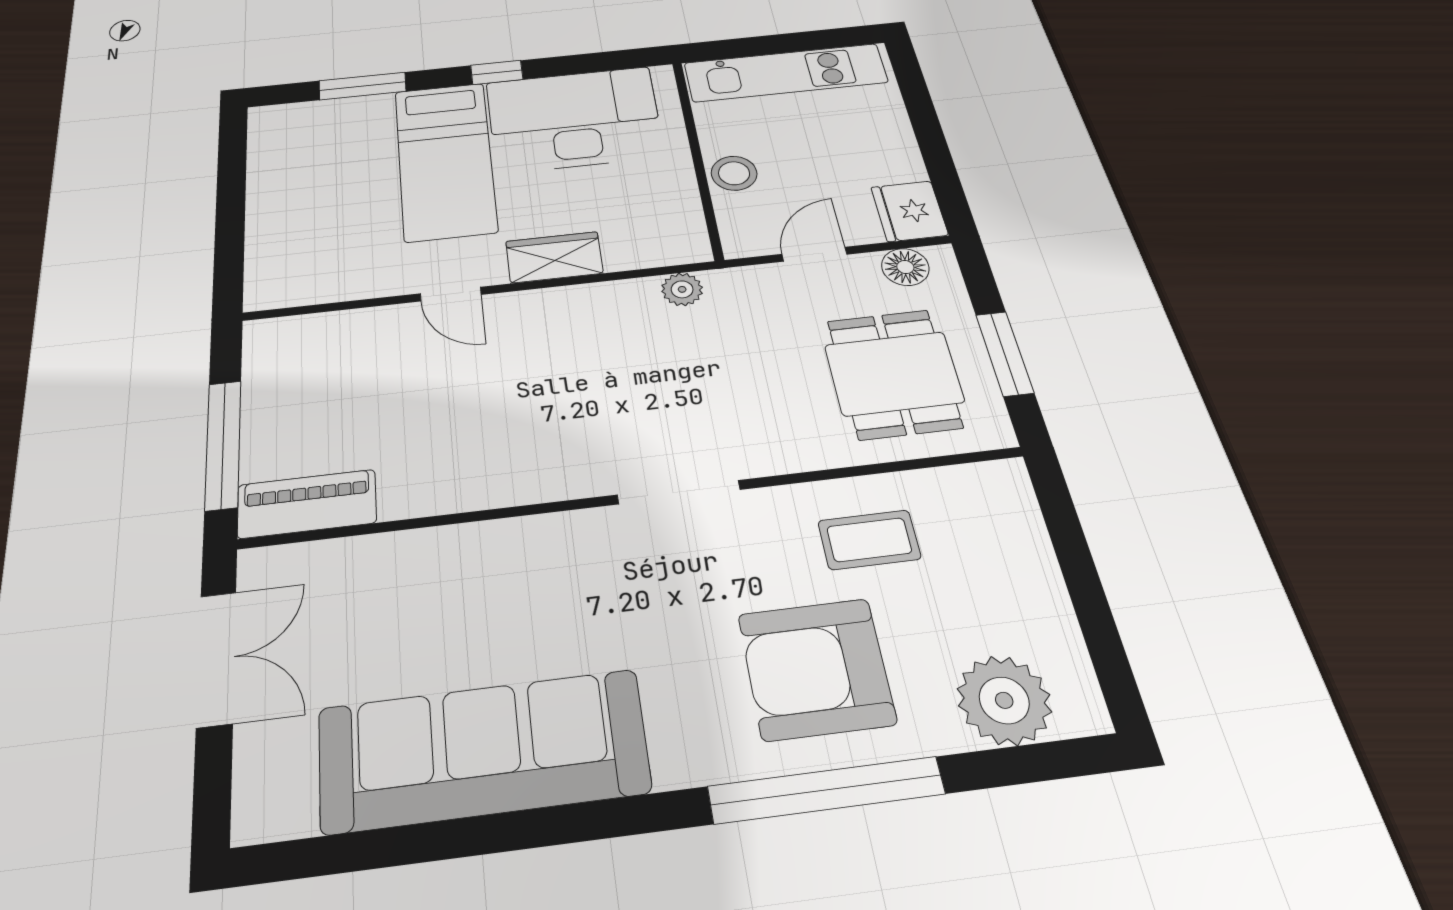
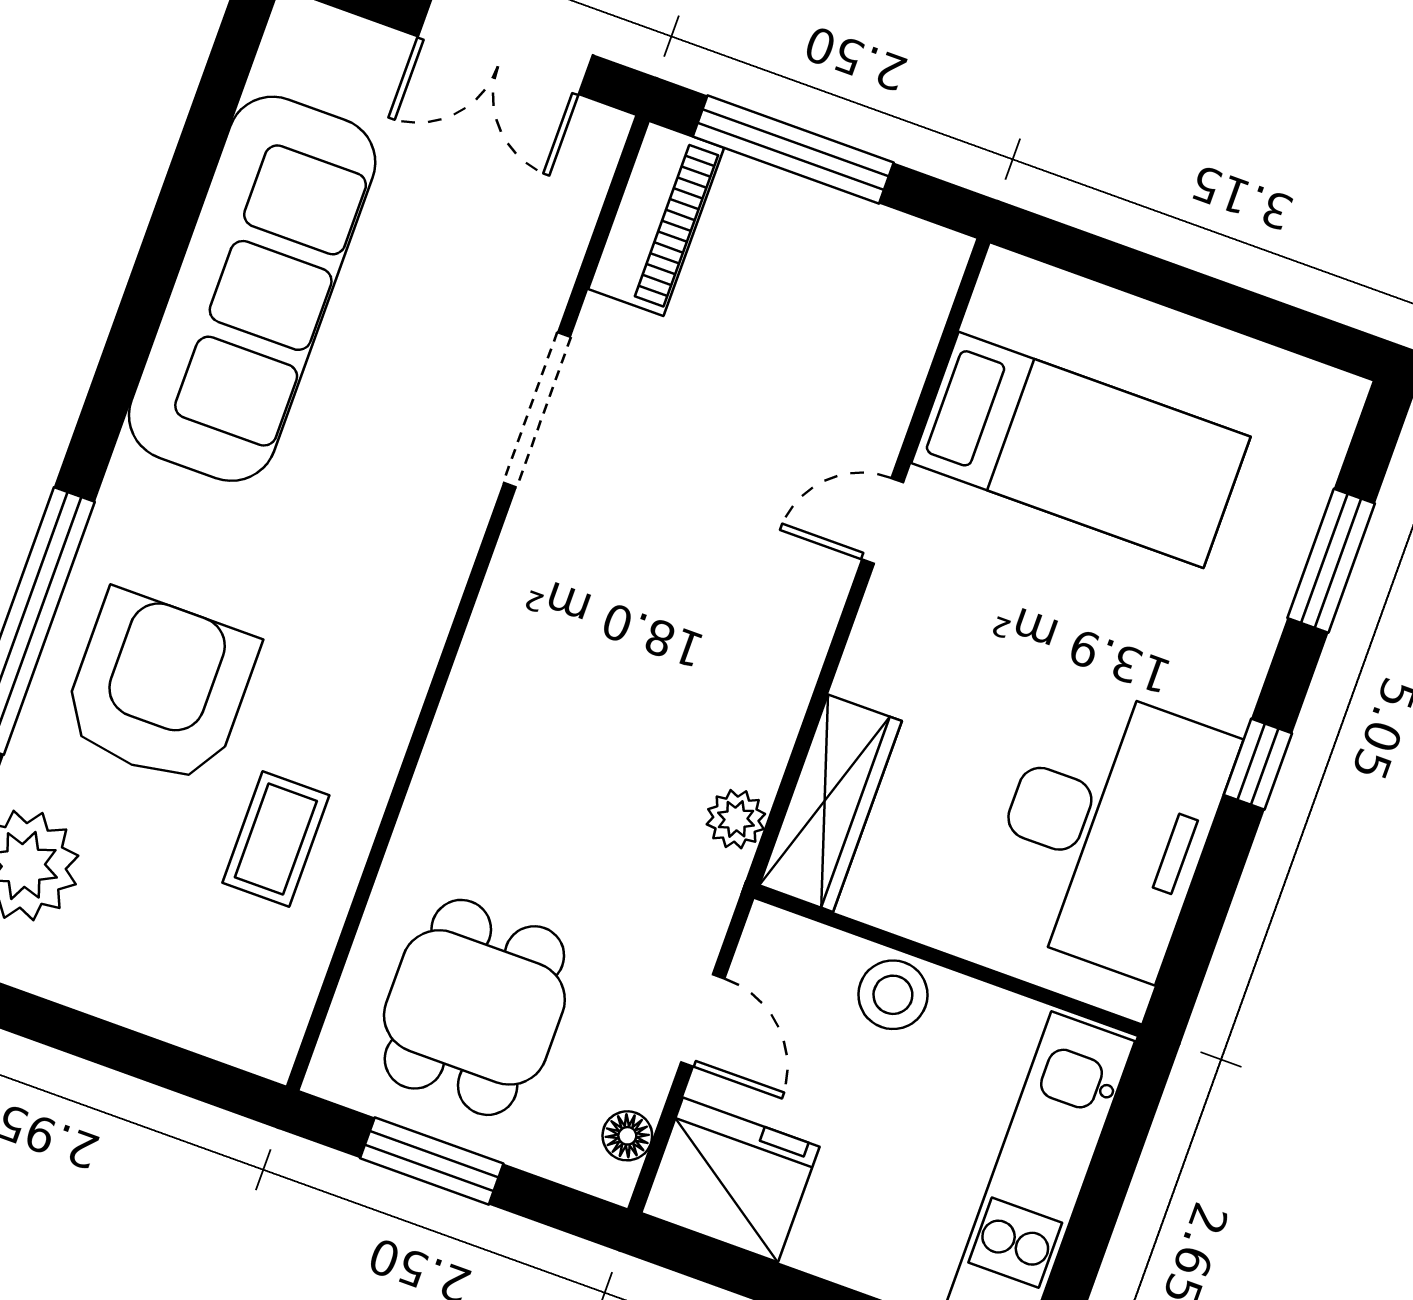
bed: (445, 160) -> (1081, 450), moved, turned 180
fridge: (909, 211) -> (730, 1180), width x1.36, depth x1.34
wardrobe: (554, 257) -> (830, 803), moved, width x1.50
floor lamp: (905, 267) -> (627, 1136), width x0.73, depth x0.73
dining table: (894, 374) -> (474, 1007), turned 90
doorway: (679, 492) -> (537, 410), moved

